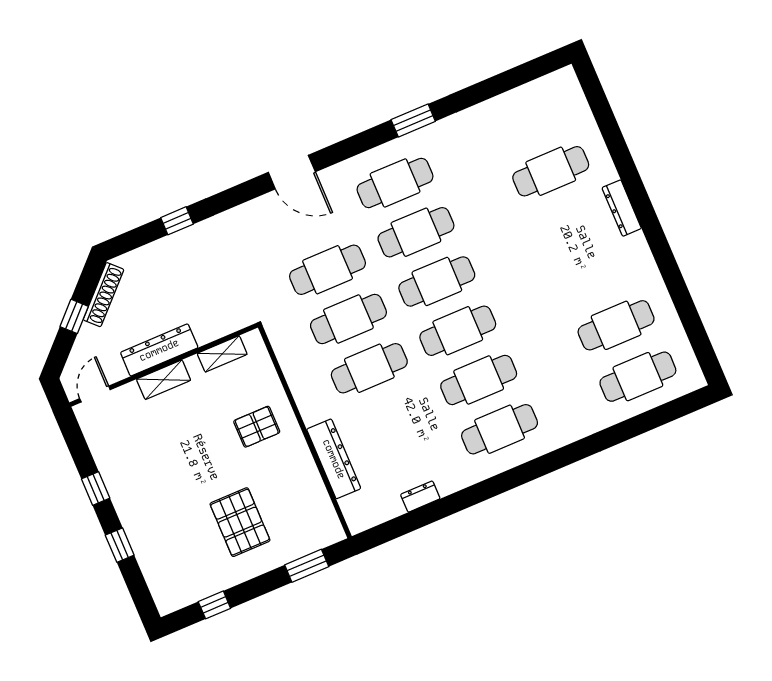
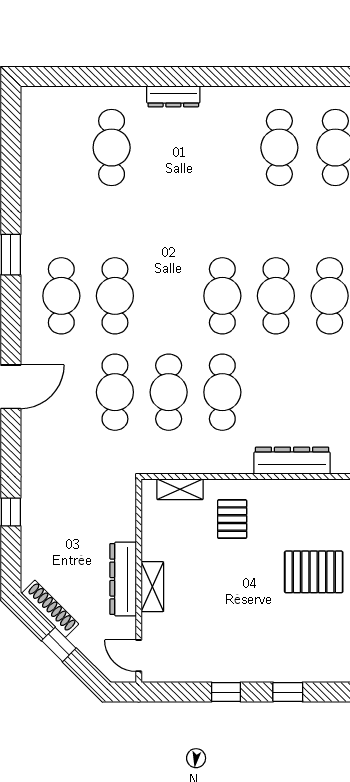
cafe table: (437, 281) -> (169, 296), removed
shelving: (222, 354) -> (180, 489), moved, turned 90

